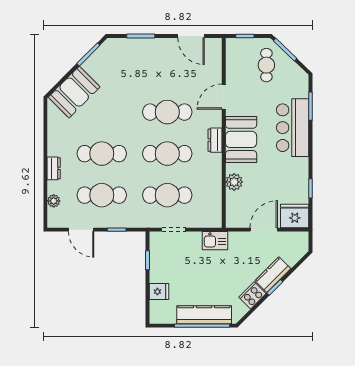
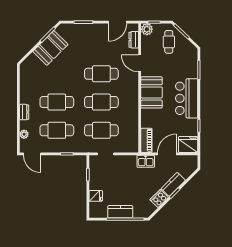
door: (191, 36) -> (118, 22), hinge flipped
booth: (74, 92) -> (50, 48), moved
door: (224, 97) -> (140, 63), hinge flipped
bar counter: (293, 128) -> (187, 98), moved
dresser: (215, 140) -> (134, 40), moved
plant: (234, 182) -> (147, 29), moved
piano: (234, 210) -> (146, 140), added
door: (81, 230) -> (32, 154), moved
kitchen sink: (215, 241) -> (146, 161), moved
kitchen counter: (204, 315) -> (120, 212), width x0.67

